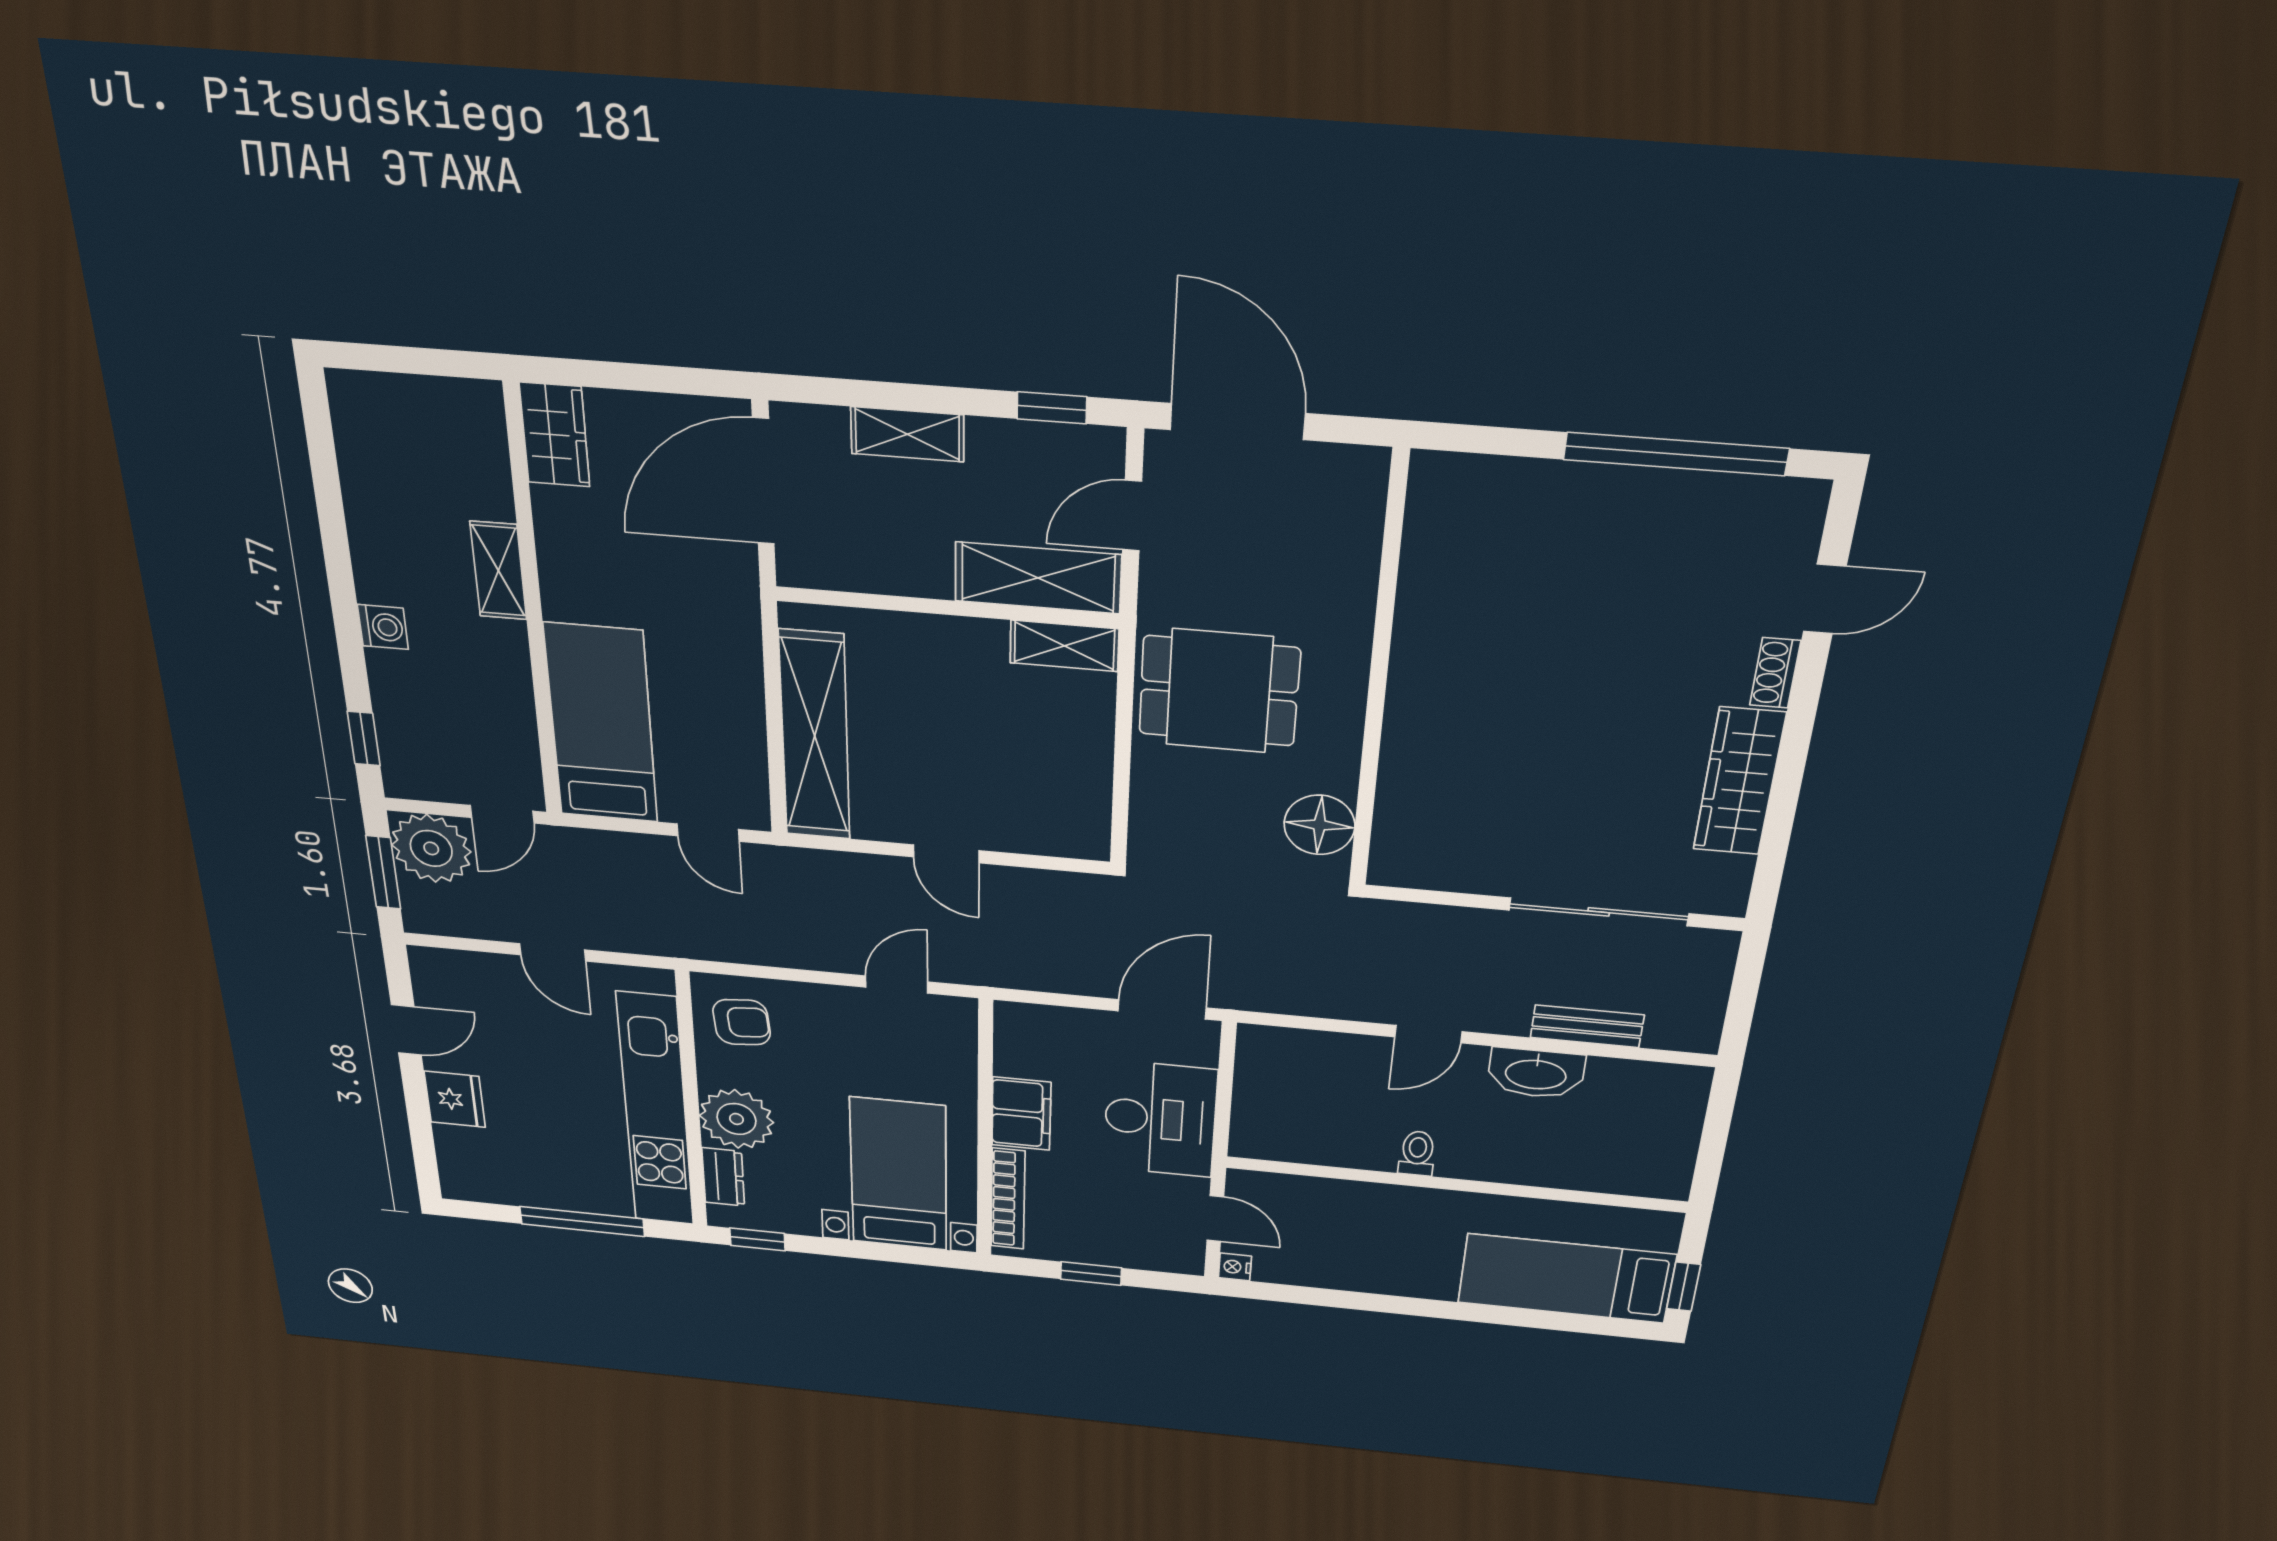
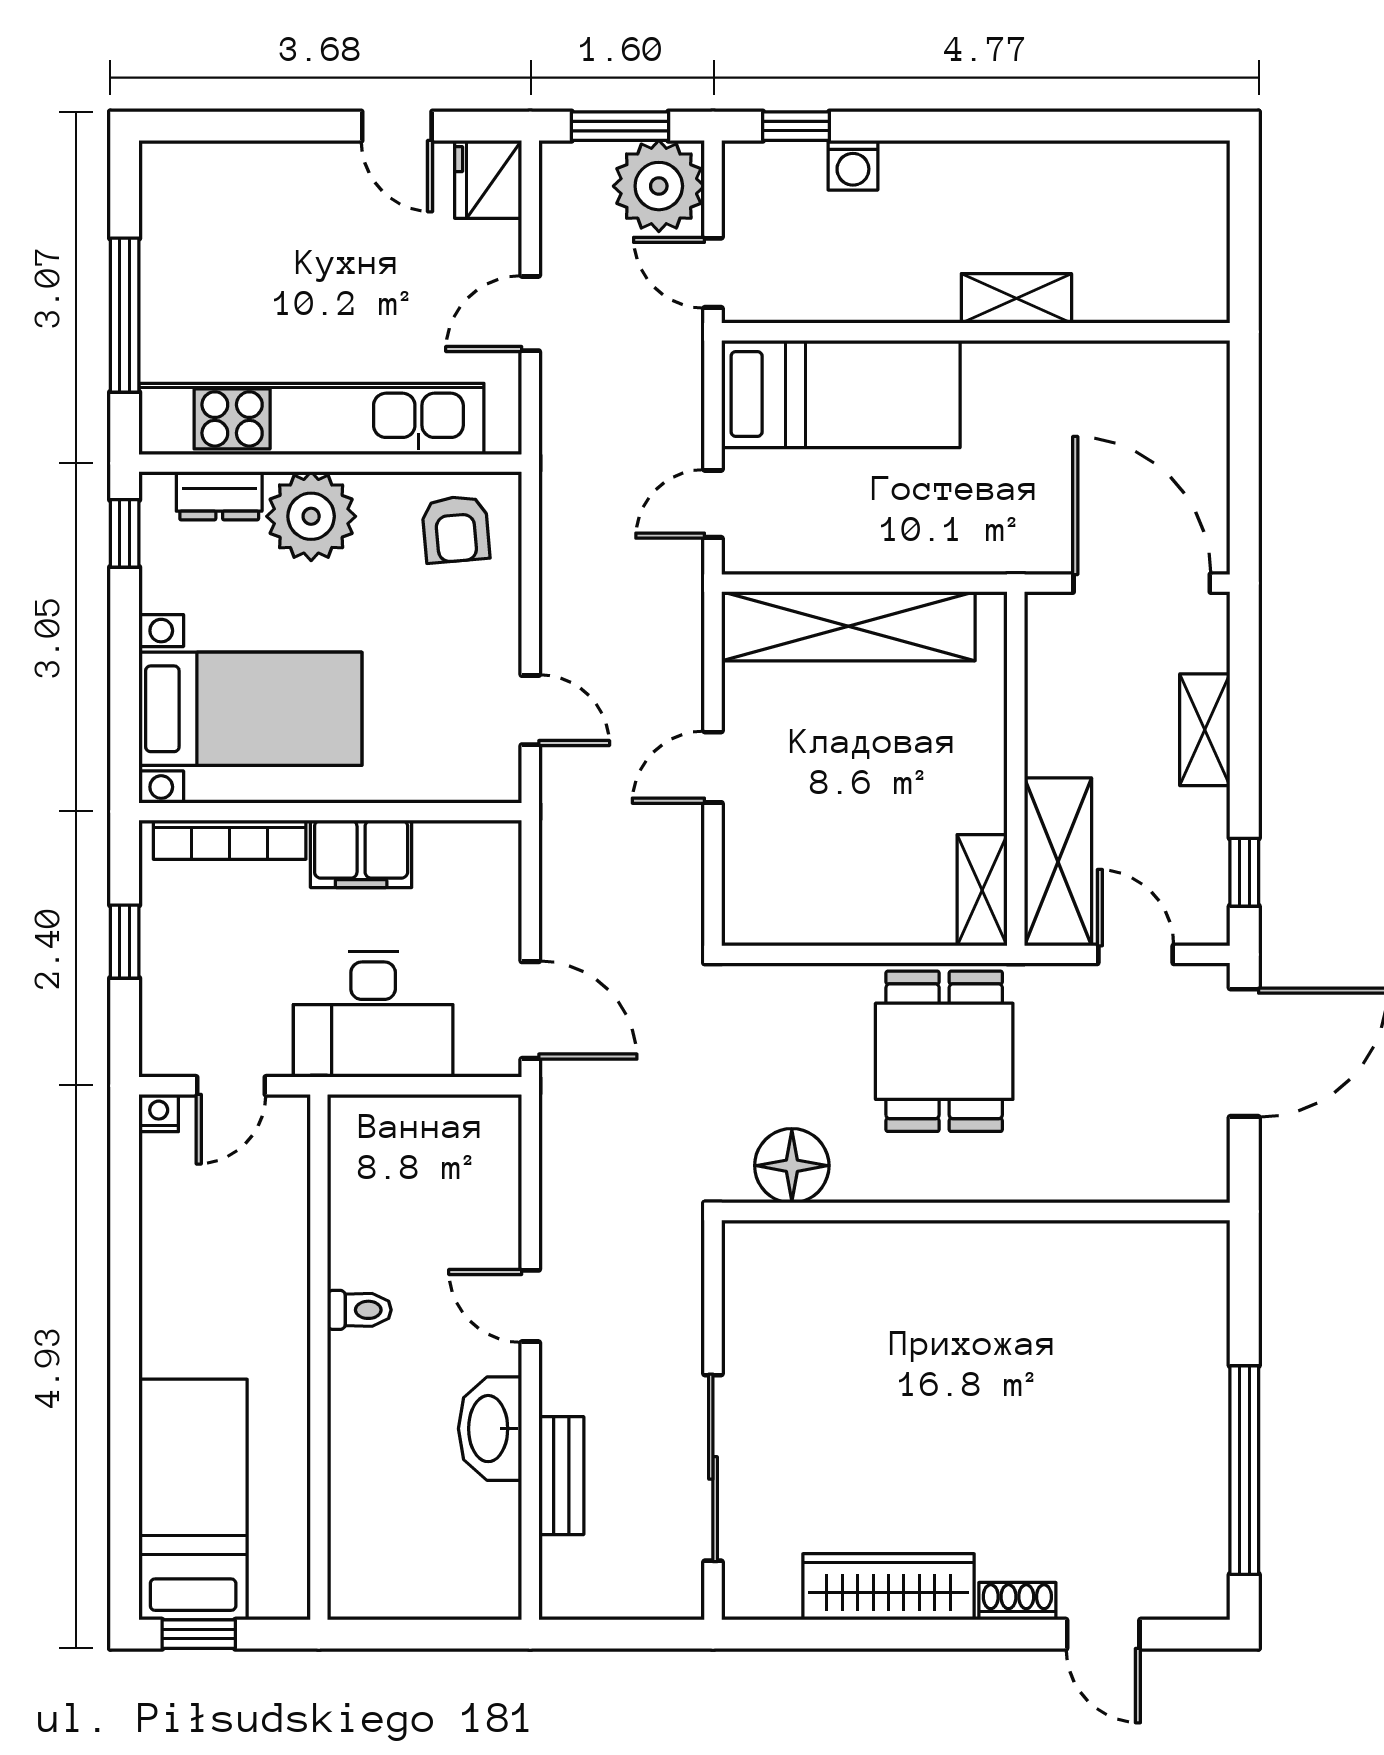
wardrobe: (555, 435) -> (1175, 372), removed
washing machine: (383, 627) -> (853, 165), moved
fridge: (455, 1099) -> (488, 179), moved, turned 90

